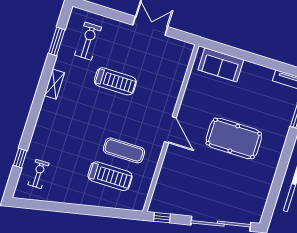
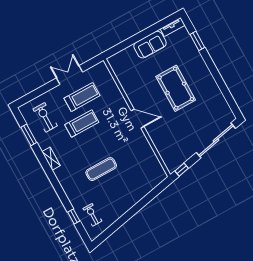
sofa: (221, 65) -> (150, 45), moved
pool table: (234, 138) -> (176, 88), turned 90
exercise mat: (124, 150) -> (101, 169), moved
treadmill: (110, 176) -> (82, 97), moved

